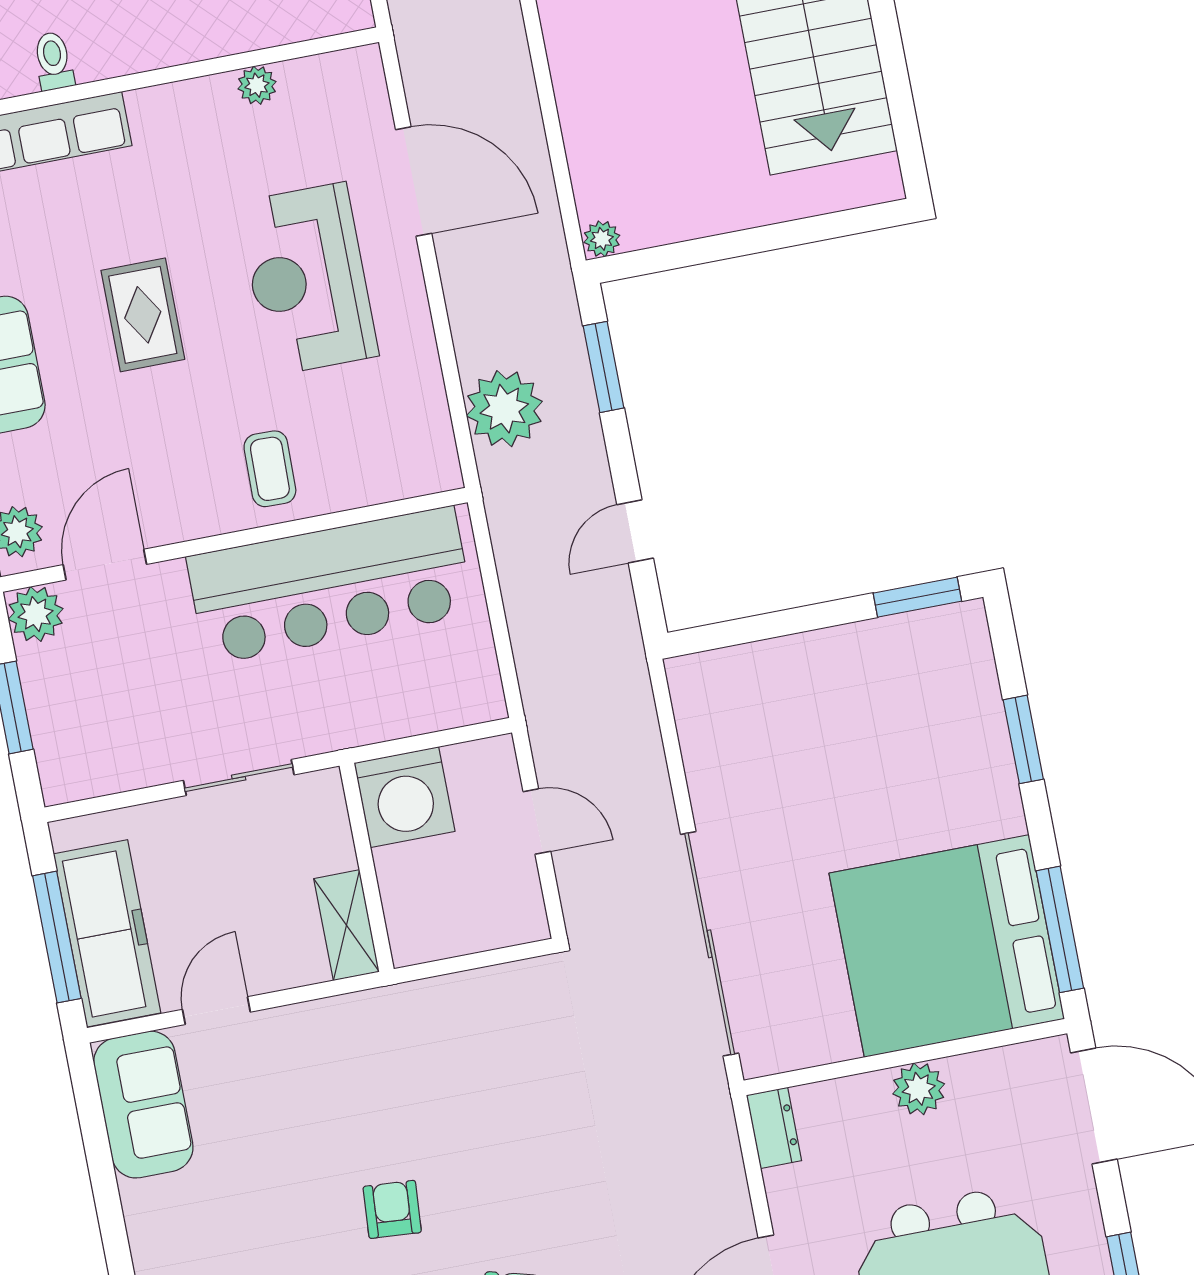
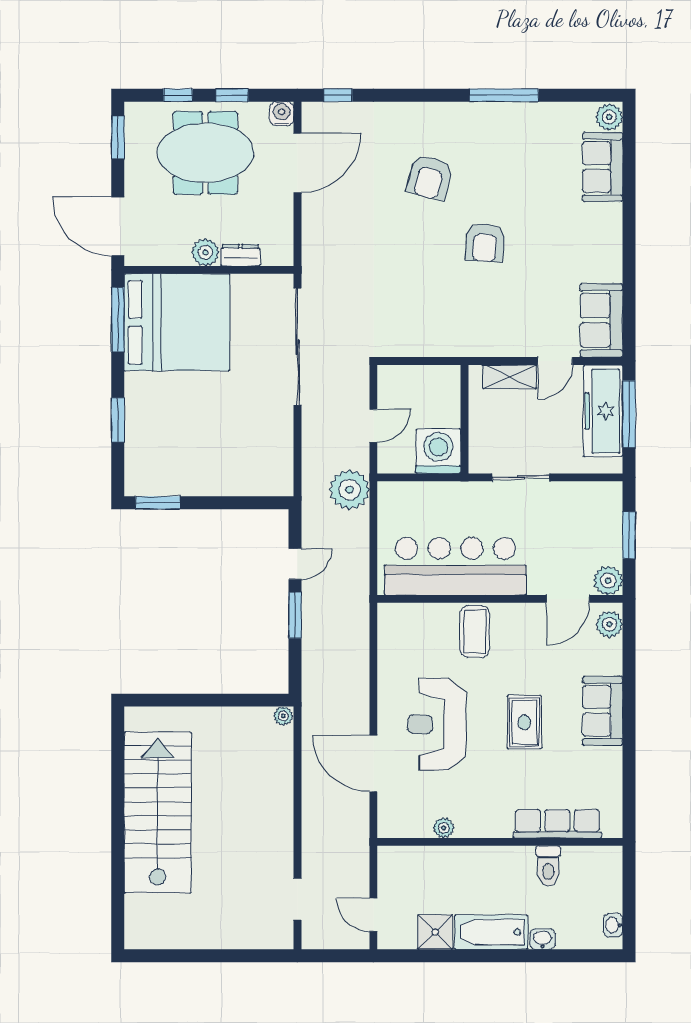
toilet: (53, 61) -> (548, 866), width x1.37, depth x1.39
reception desk: (308, 279) -> (437, 724), turned 180
window: (603, 367) -> (295, 615), moved
plant: (504, 409) -> (349, 490), moved
coffee table: (270, 469) -> (475, 631), width x1.36, depth x1.30
door: (537, 822) -> (373, 426), swing flipped
shelving: (346, 925) -> (510, 377), moved, turned 90
dresser: (774, 1128) -> (240, 255), moved, turned 90
armchair: (392, 1209) -> (485, 243), width x1.38, depth x1.38

